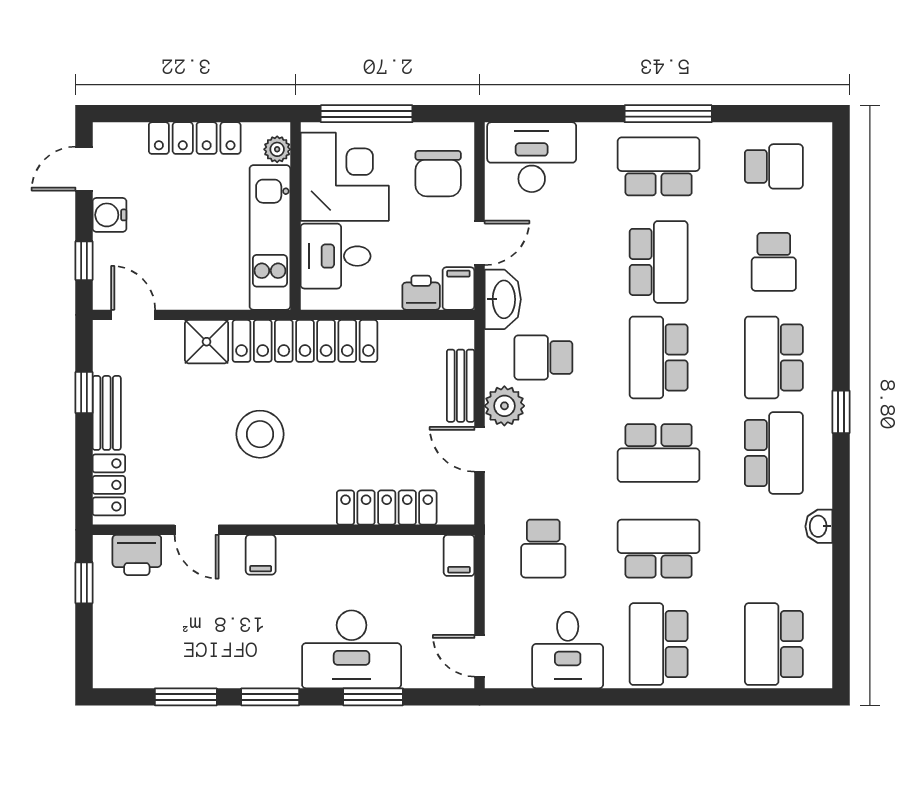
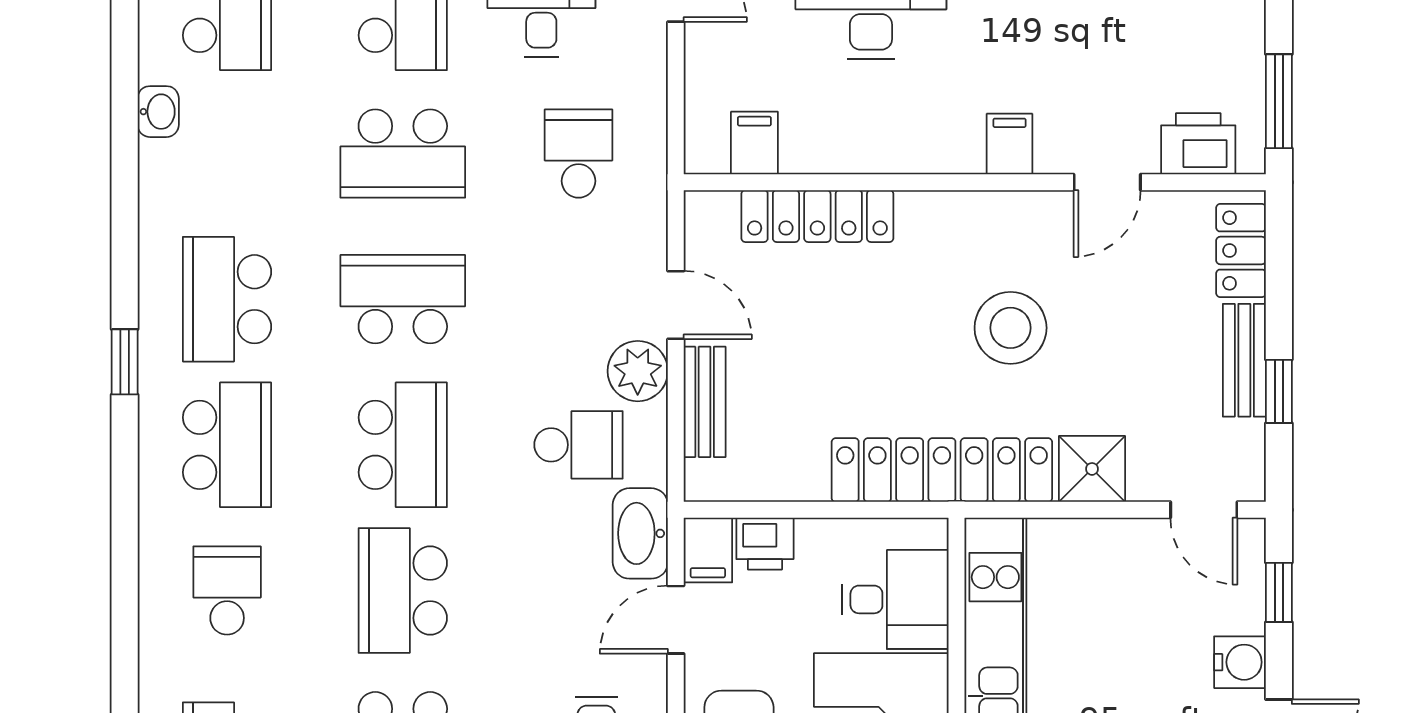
washbasin: (819, 526) -> (158, 112), moved
door: (197, 530) -> (1107, 182), swing flipped
filing cabinet: (459, 555) -> (754, 143), moved
window: (84, 583) -> (1279, 101), width x1.50

